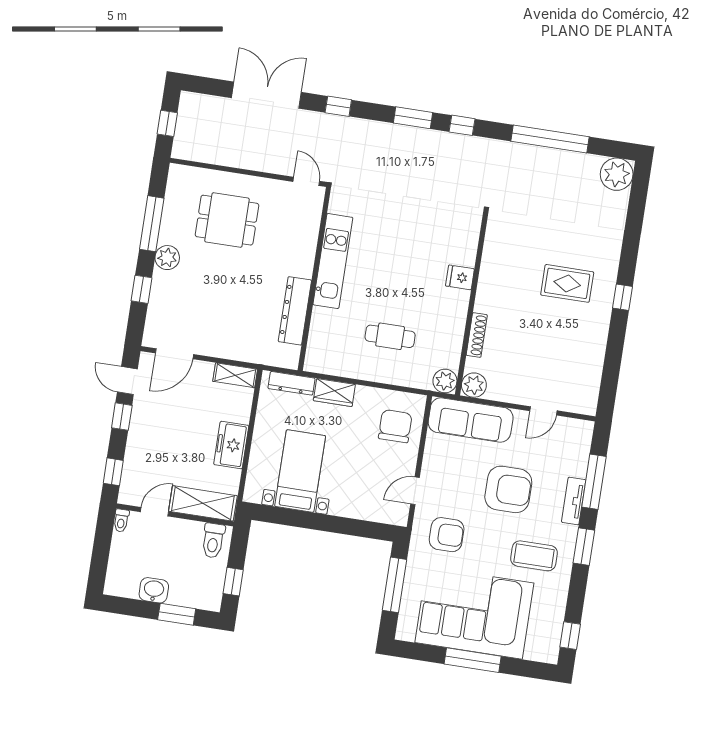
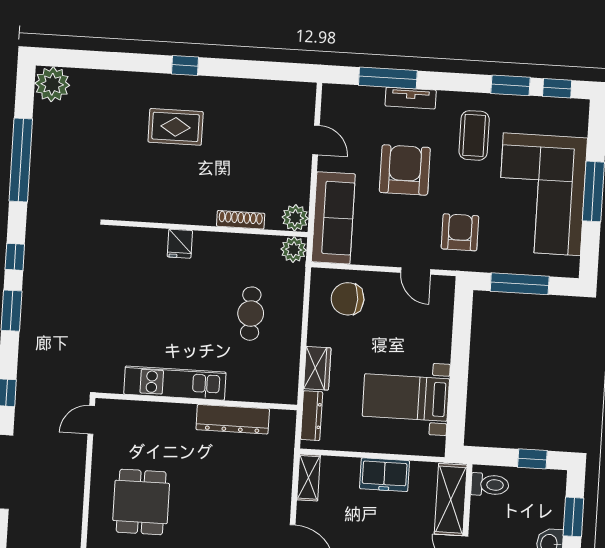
rug: (567, 283) -> (176, 127), turned 90
window: (584, 547) -> (511, 85), moved

